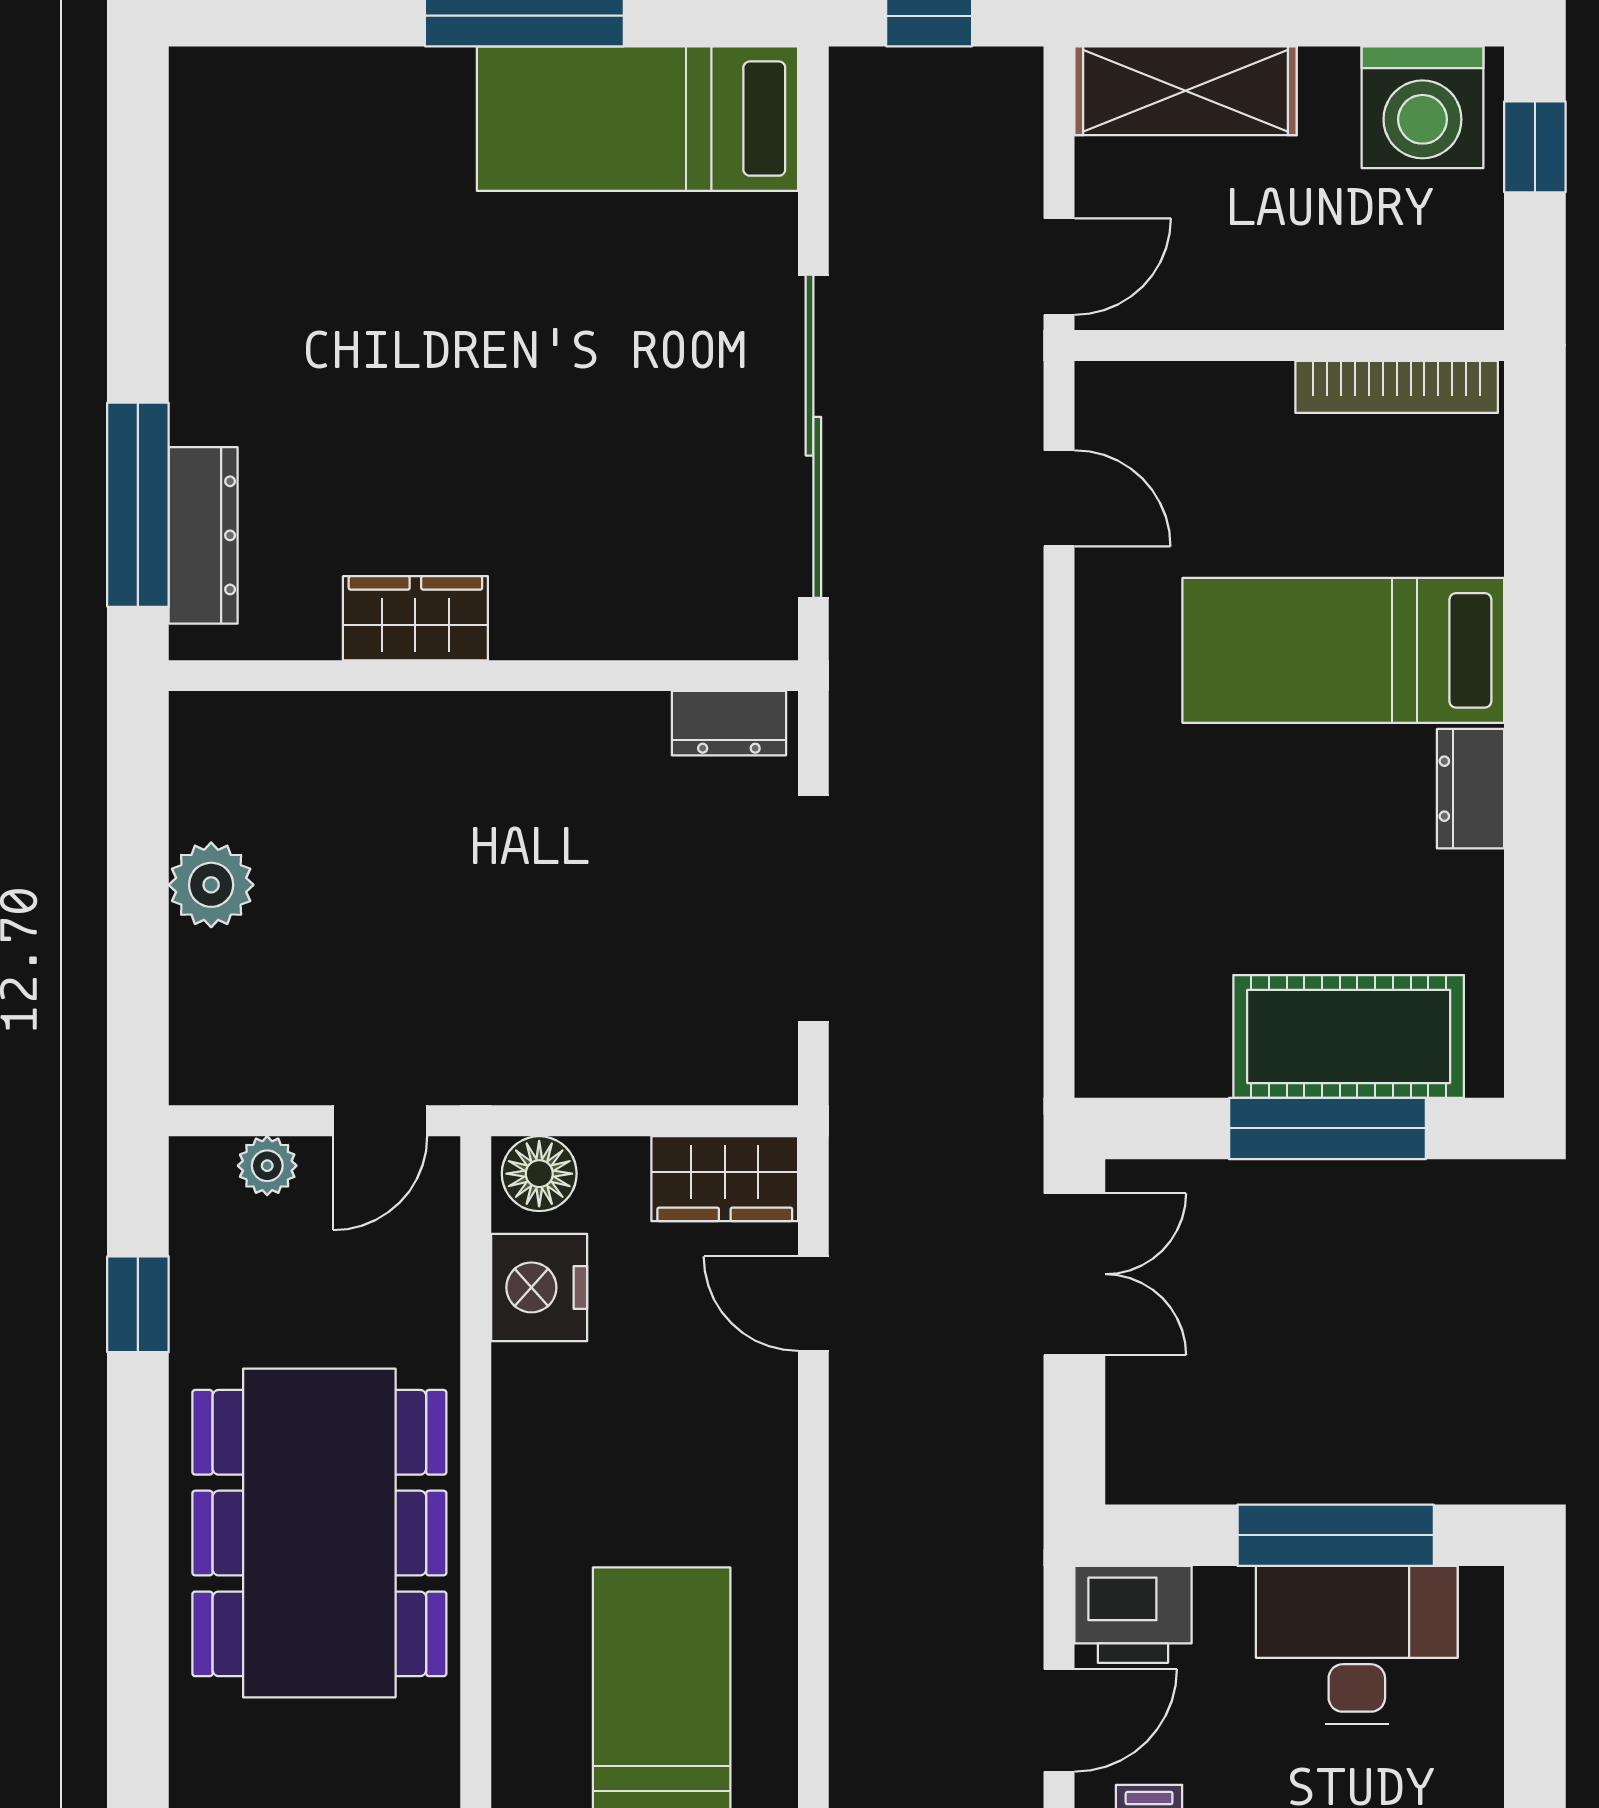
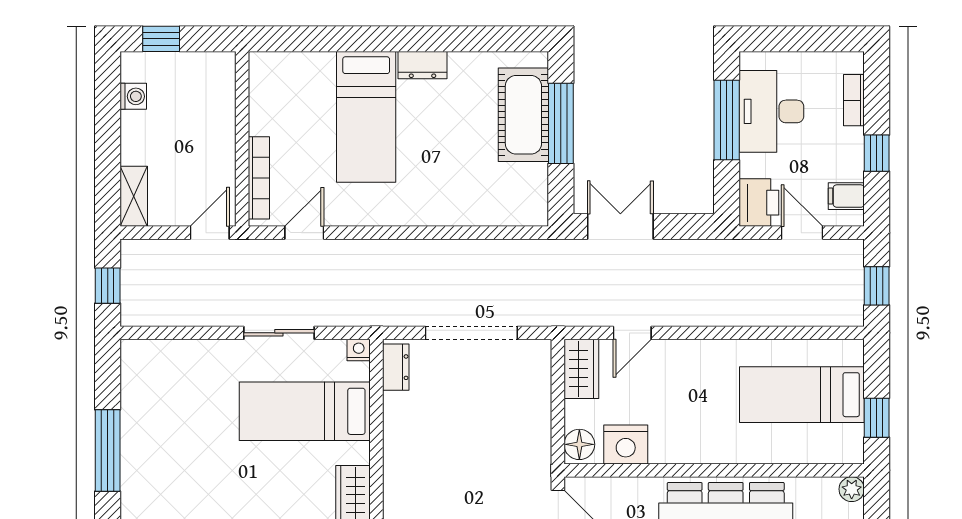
shelving: (1186, 91) -> (134, 196), width x0.67, depth x0.75
washing machine: (1422, 107) -> (133, 96), width x0.53, depth x0.53
bed: (637, 119) -> (305, 411), moved, turned 90
door: (1059, 267) -> (210, 233), hinge flipped
bookcase: (1397, 387) -> (259, 178), moved
sliding door: (813, 436) -> (279, 333), width x0.54
nightstand: (771, 632) -> (359, 350), added

